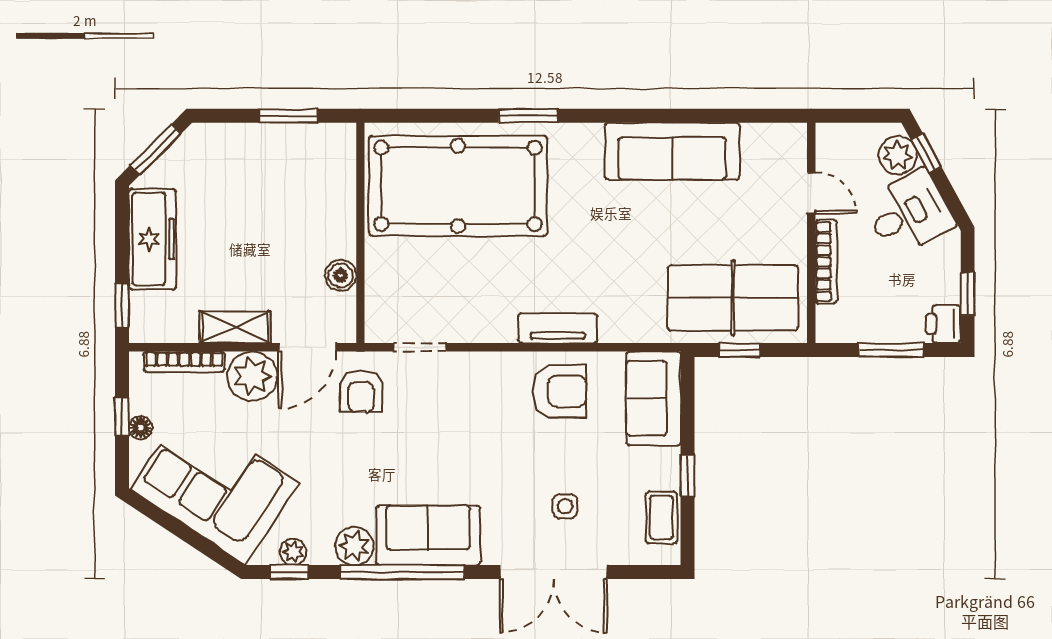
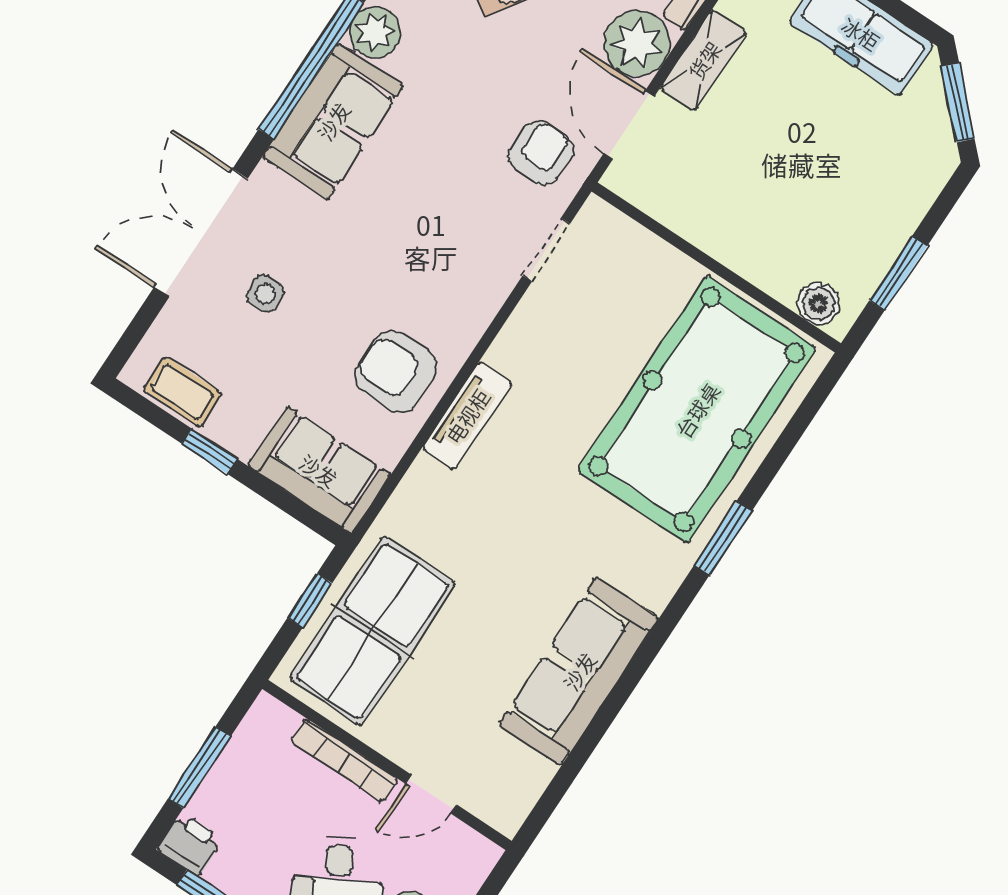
boiler: (341, 275) -> (818, 304), moved
armchair: (361, 391) -> (541, 153), turned 91
armchair: (560, 391) -> (396, 372), turned 90

